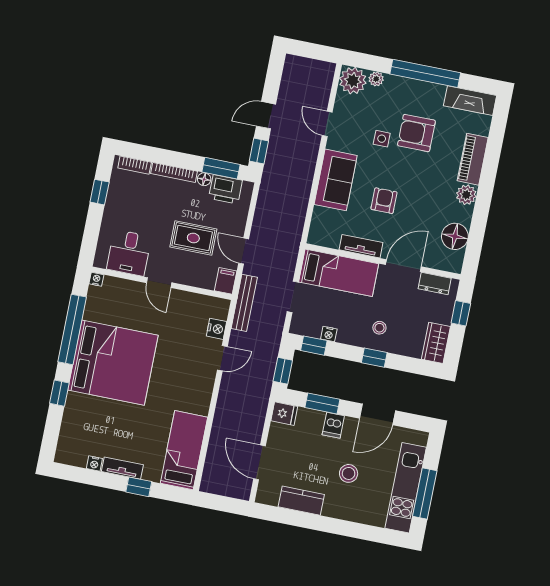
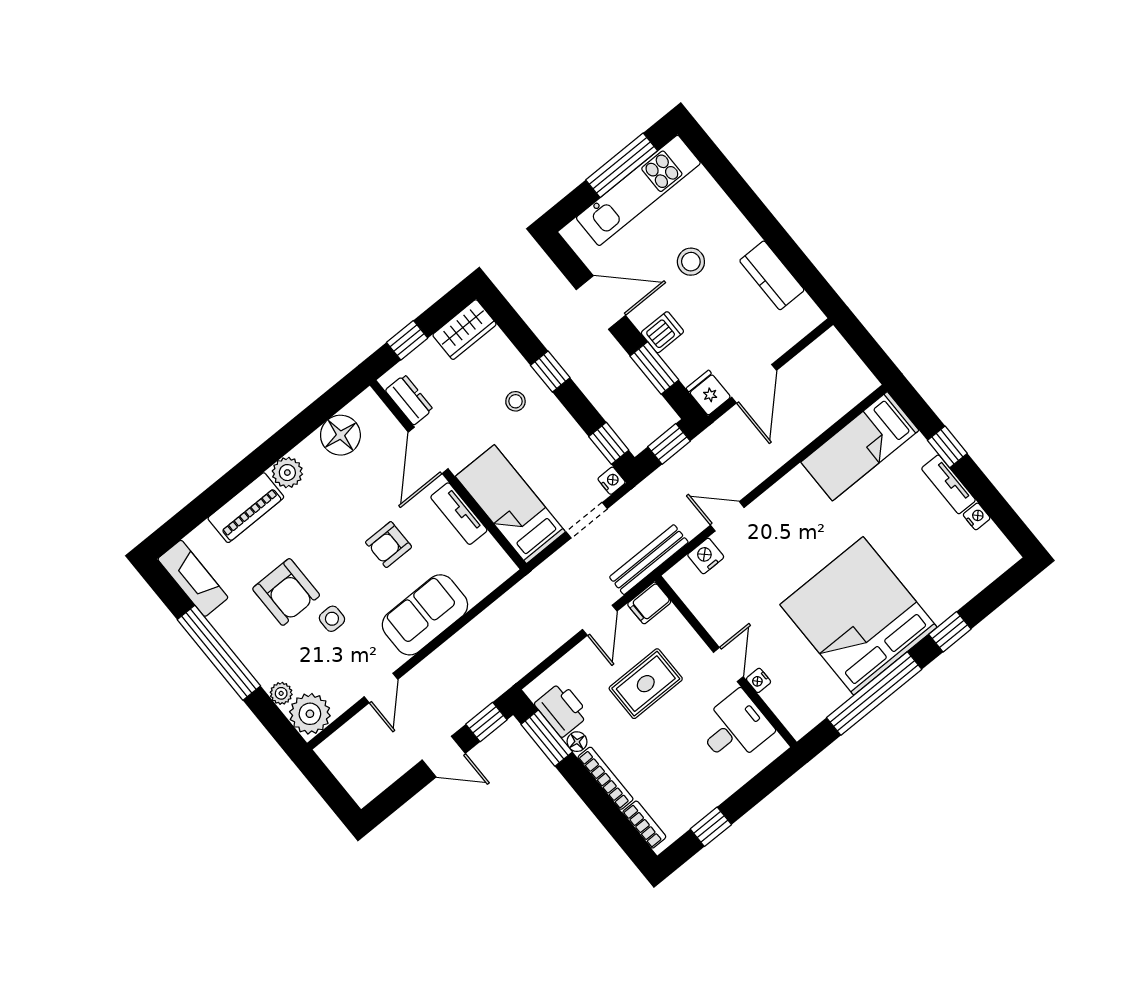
rug: (193, 238) -> (646, 684), turned 90
door: (403, 266) -> (428, 450), hinge flipped
nightstand: (96, 279) -> (759, 680), moved
nightstand: (329, 334) -> (612, 481), moved
door: (260, 462) -> (754, 384), moved

